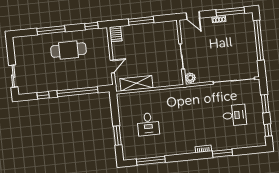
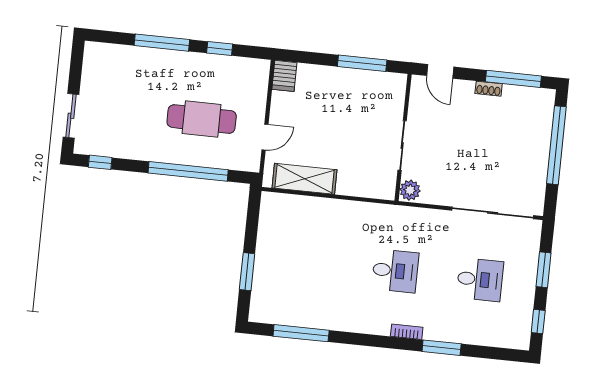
window: (141, 21) -> (362, 63), moved
window: (91, 26) -> (220, 49), moved
cafe table: (69, 50) -> (202, 119), moved
window: (43, 95) -> (100, 162), moved
desk: (148, 124) -> (395, 271), moved, turned -90

